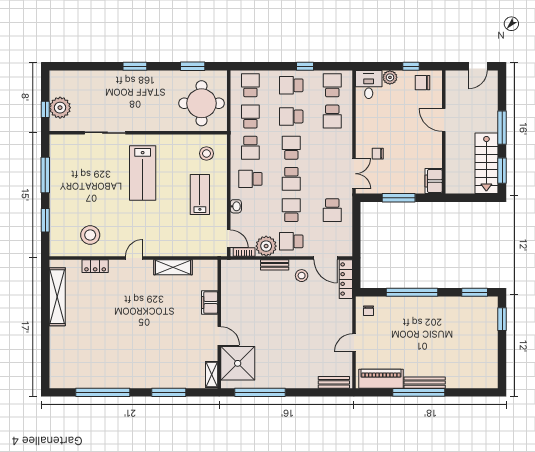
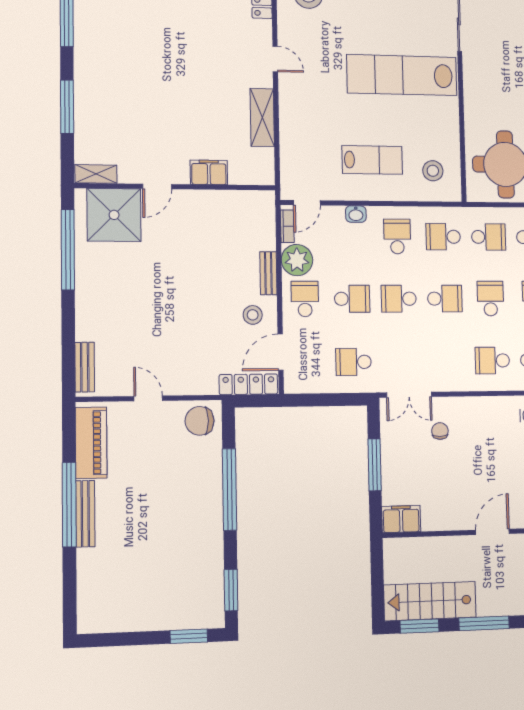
lab bench: (143, 173) -> (402, 75), width x1.36
chair: (369, 311) -> (200, 421), width x1.87, depth x1.87

